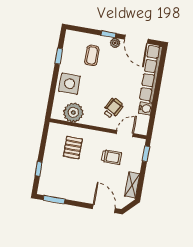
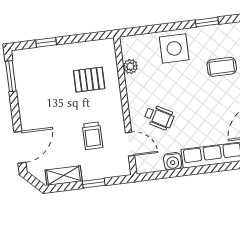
plant: (73, 112) -> (130, 66), width x0.53, depth x0.53
window: (146, 154) -> (94, 183), moved

